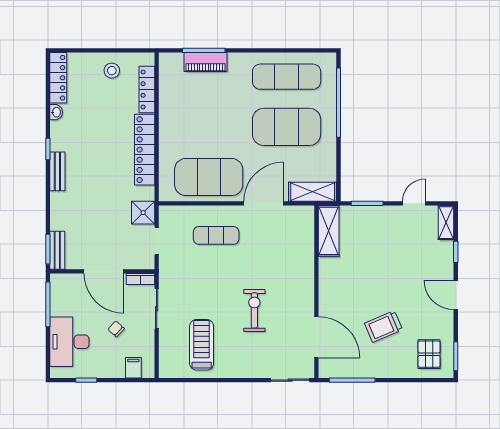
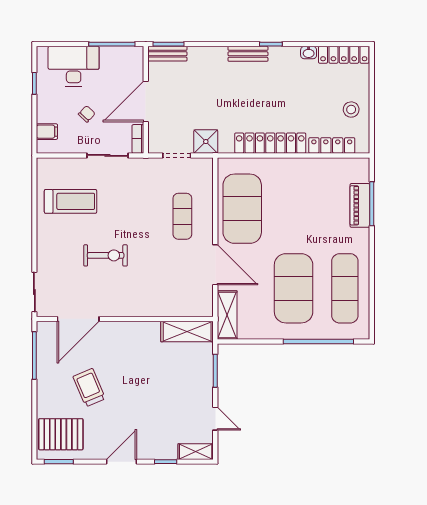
pallet: (429, 354) -> (61, 434), width x1.50, depth x1.42

